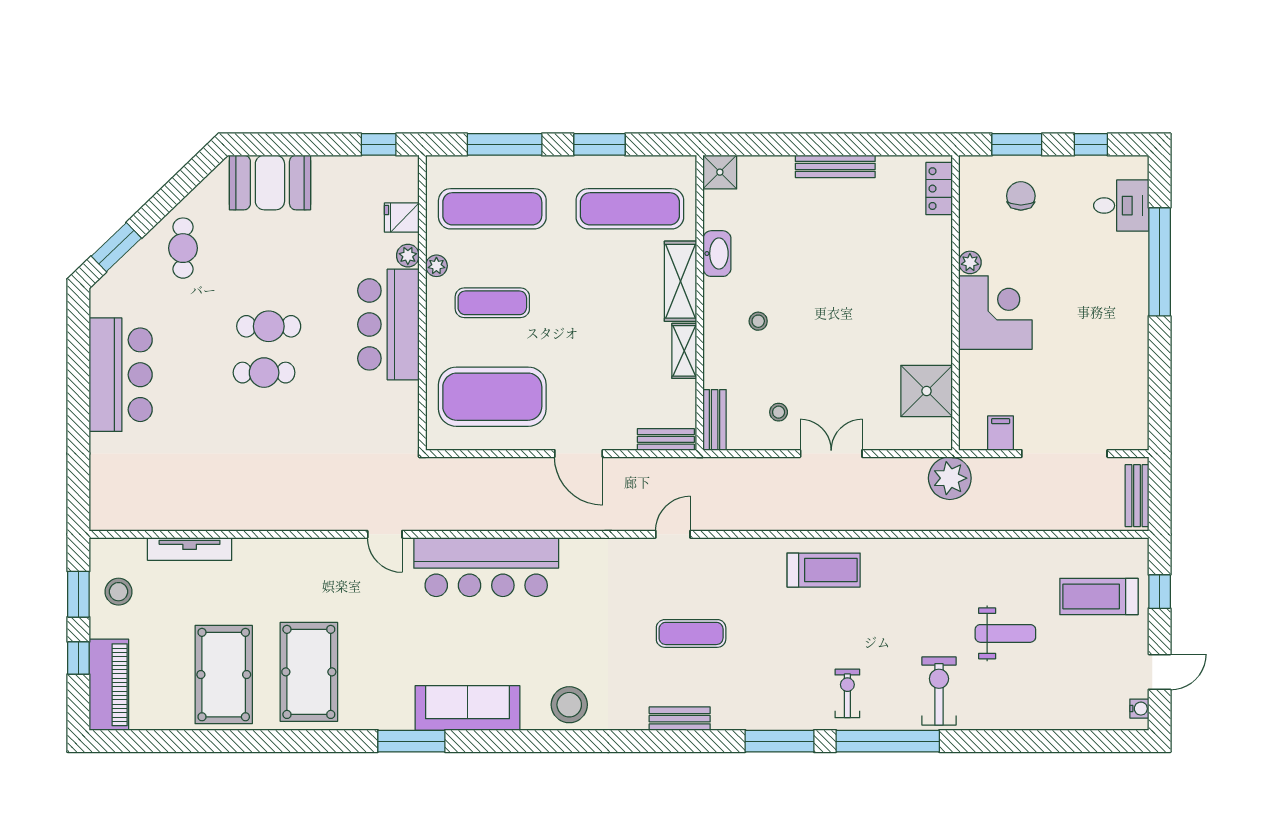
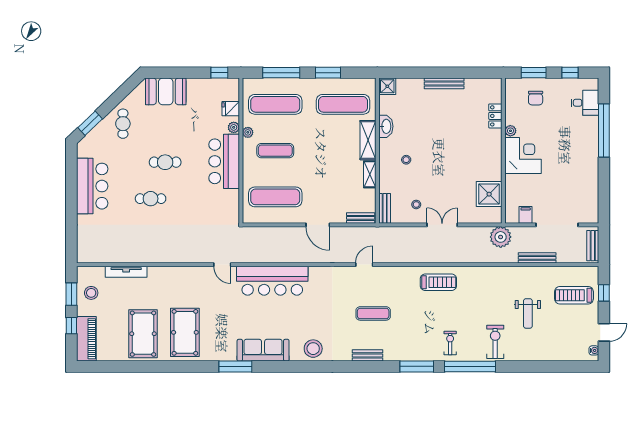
locker: (939, 189) -> (495, 116), moved
chair: (1021, 196) -> (536, 98), turned 180
cafe table: (264, 373) -> (151, 199), moved
exercise mat: (492, 397) -> (275, 197), width x0.68
bench: (1024, 520) -> (537, 258), added
weight bench: (1005, 633) -> (528, 313), turned 90

